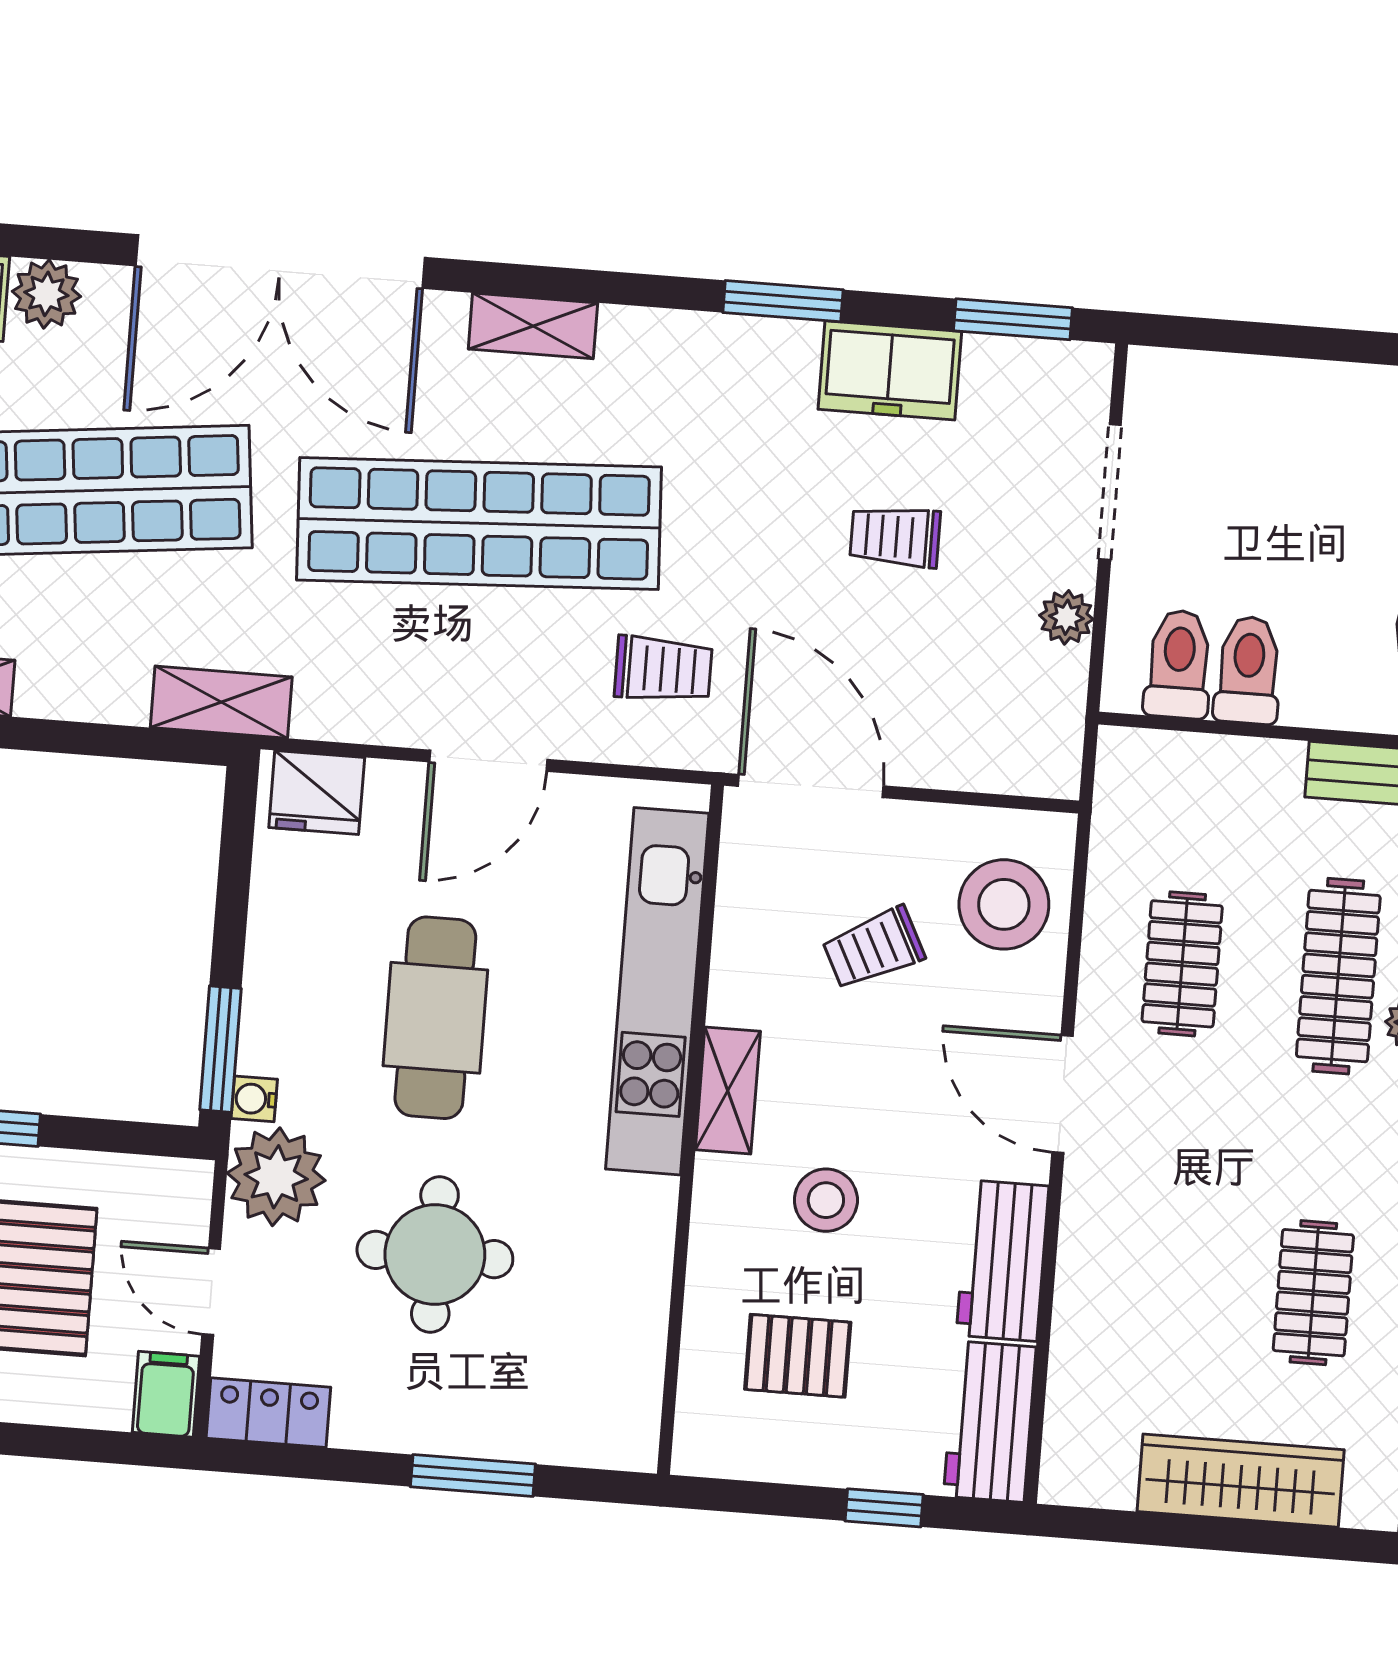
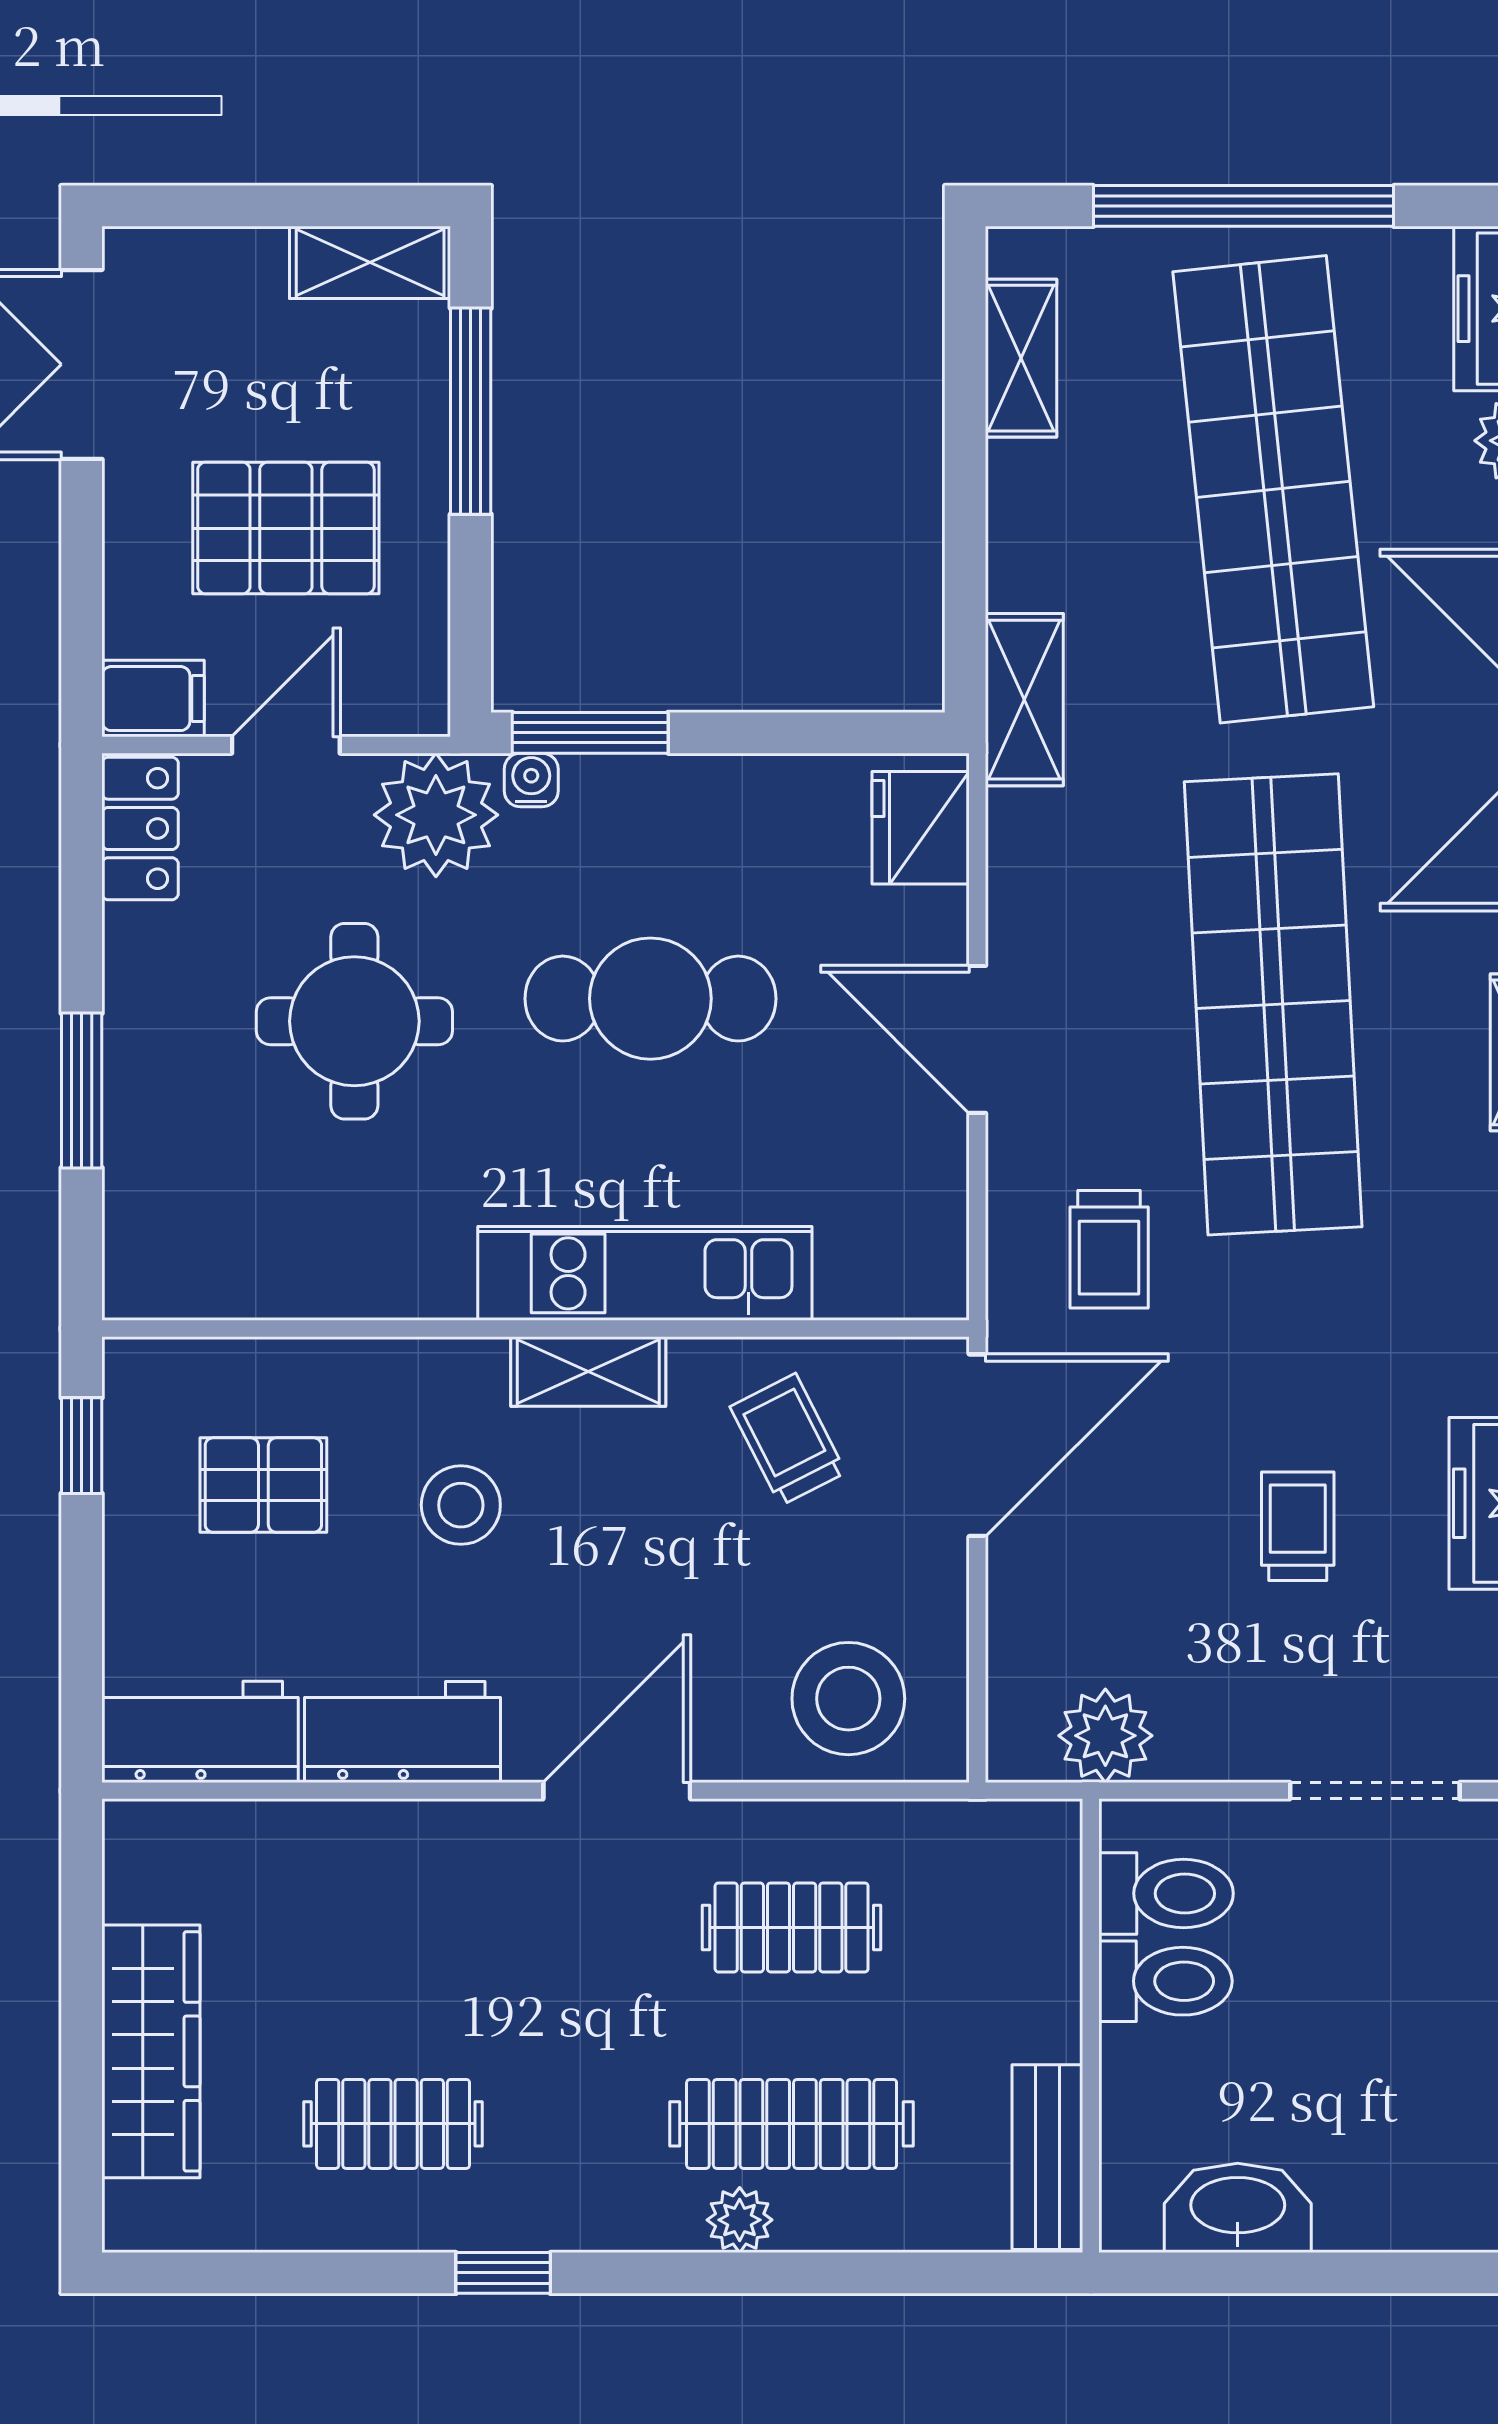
plant: (1066, 617) -> (1105, 1736), moved, width x1.38, depth x1.38
trolley: (873, 948) -> (788, 1440), moved
kitchen unit: (657, 991) -> (645, 1273), width x0.73
pallet: (798, 1356) -> (263, 1485), turned 90
window: (884, 1508) -> (82, 1446), moved

